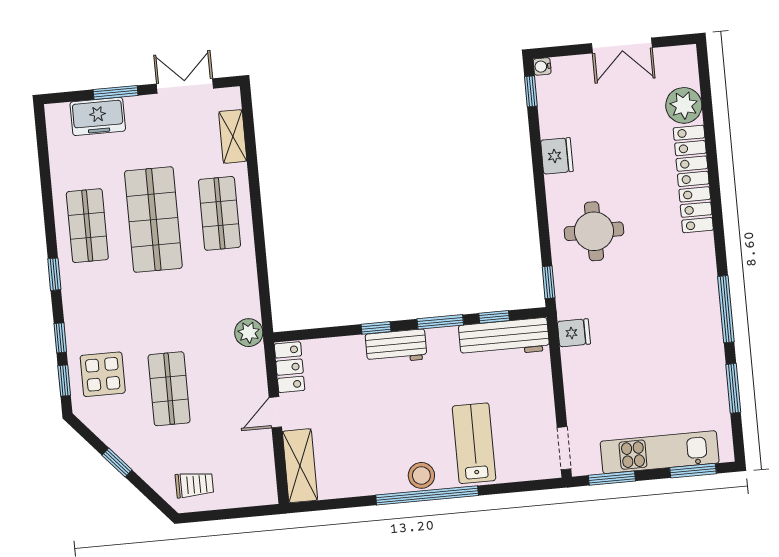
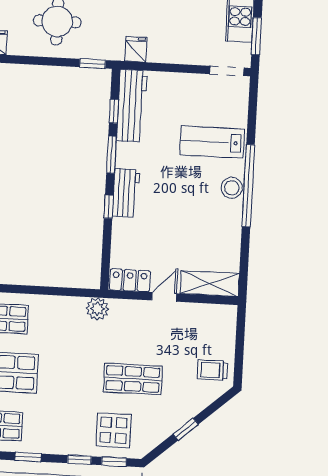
door: (275, 412) -> (164, 297), swing flipped
trolley: (194, 485) -> (212, 370), turned -90

